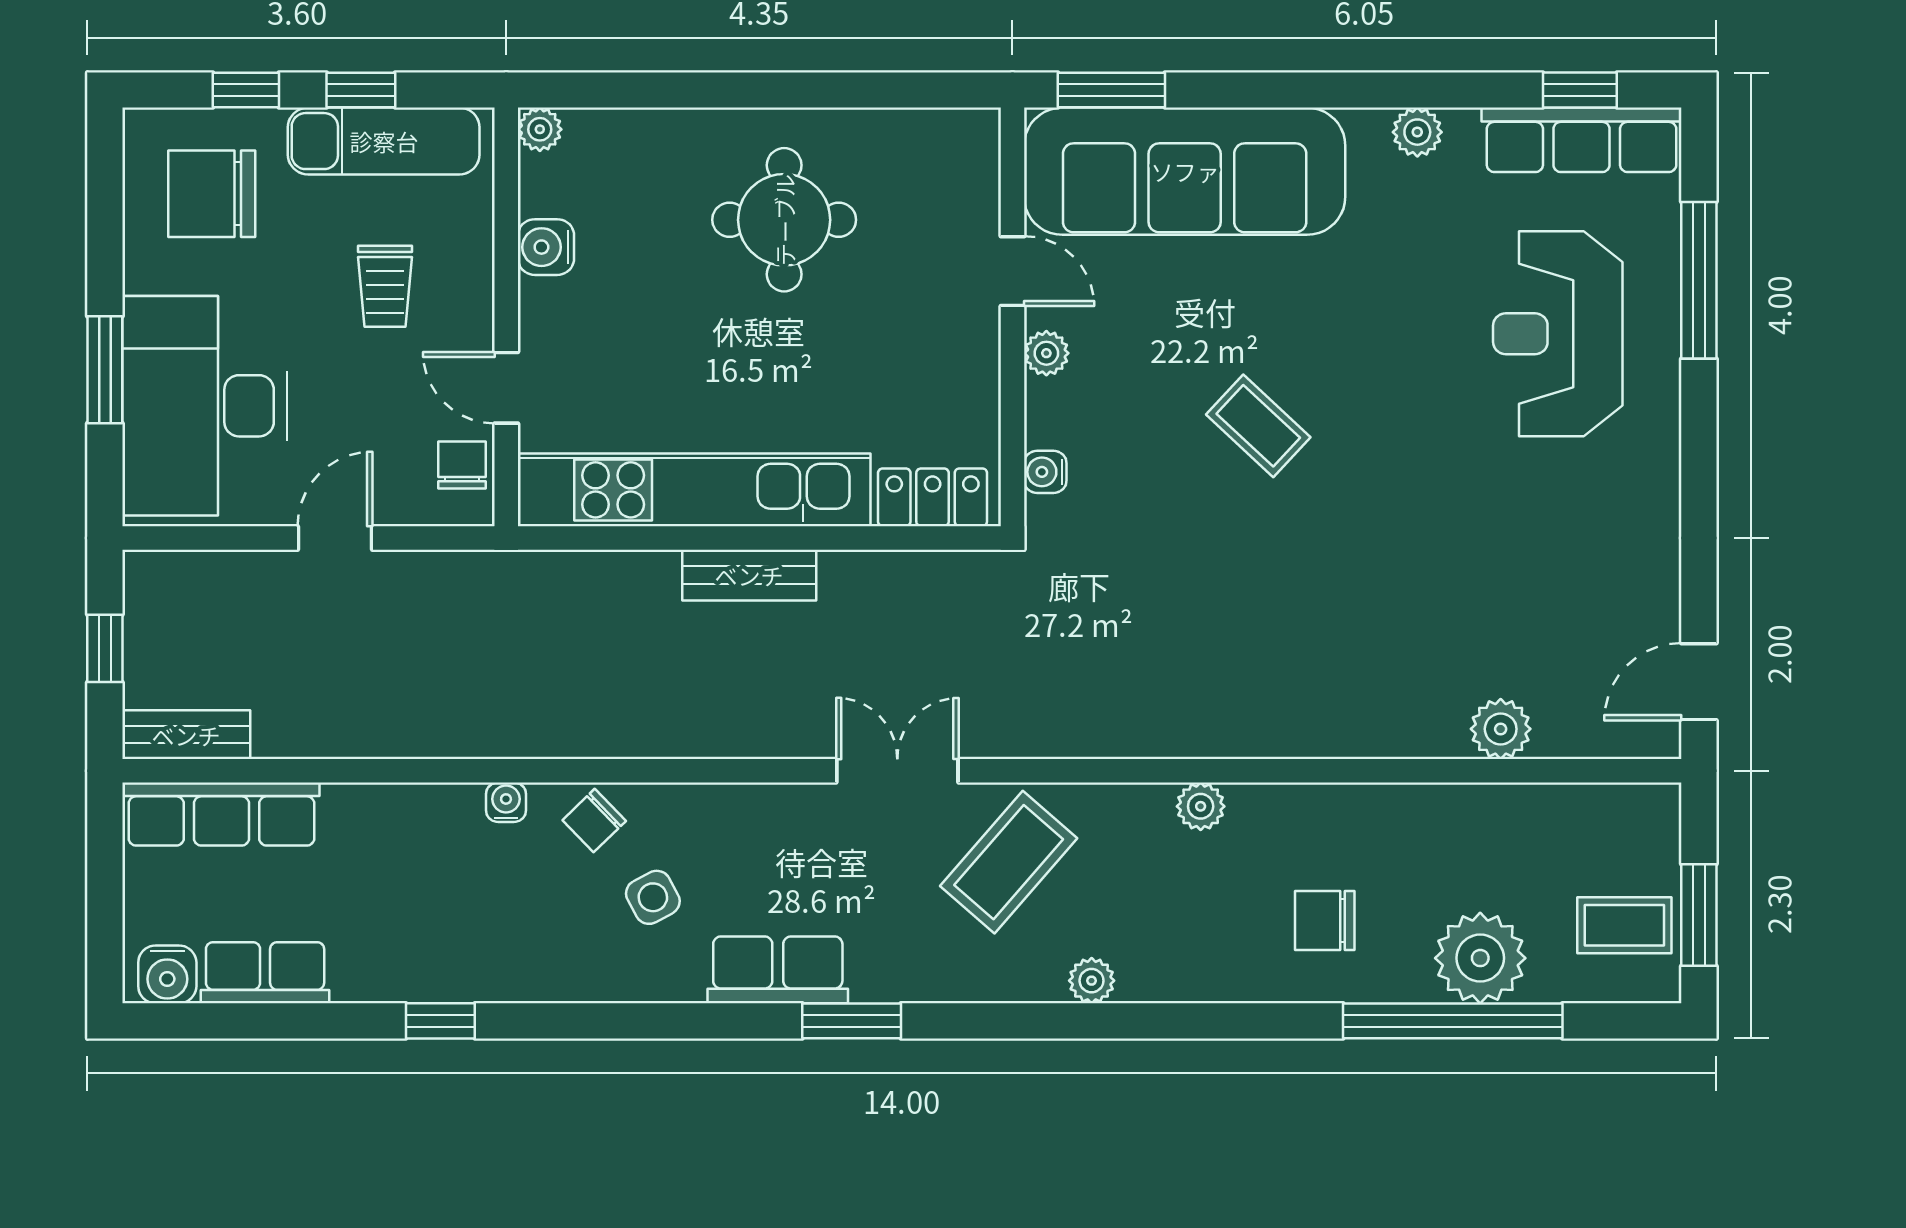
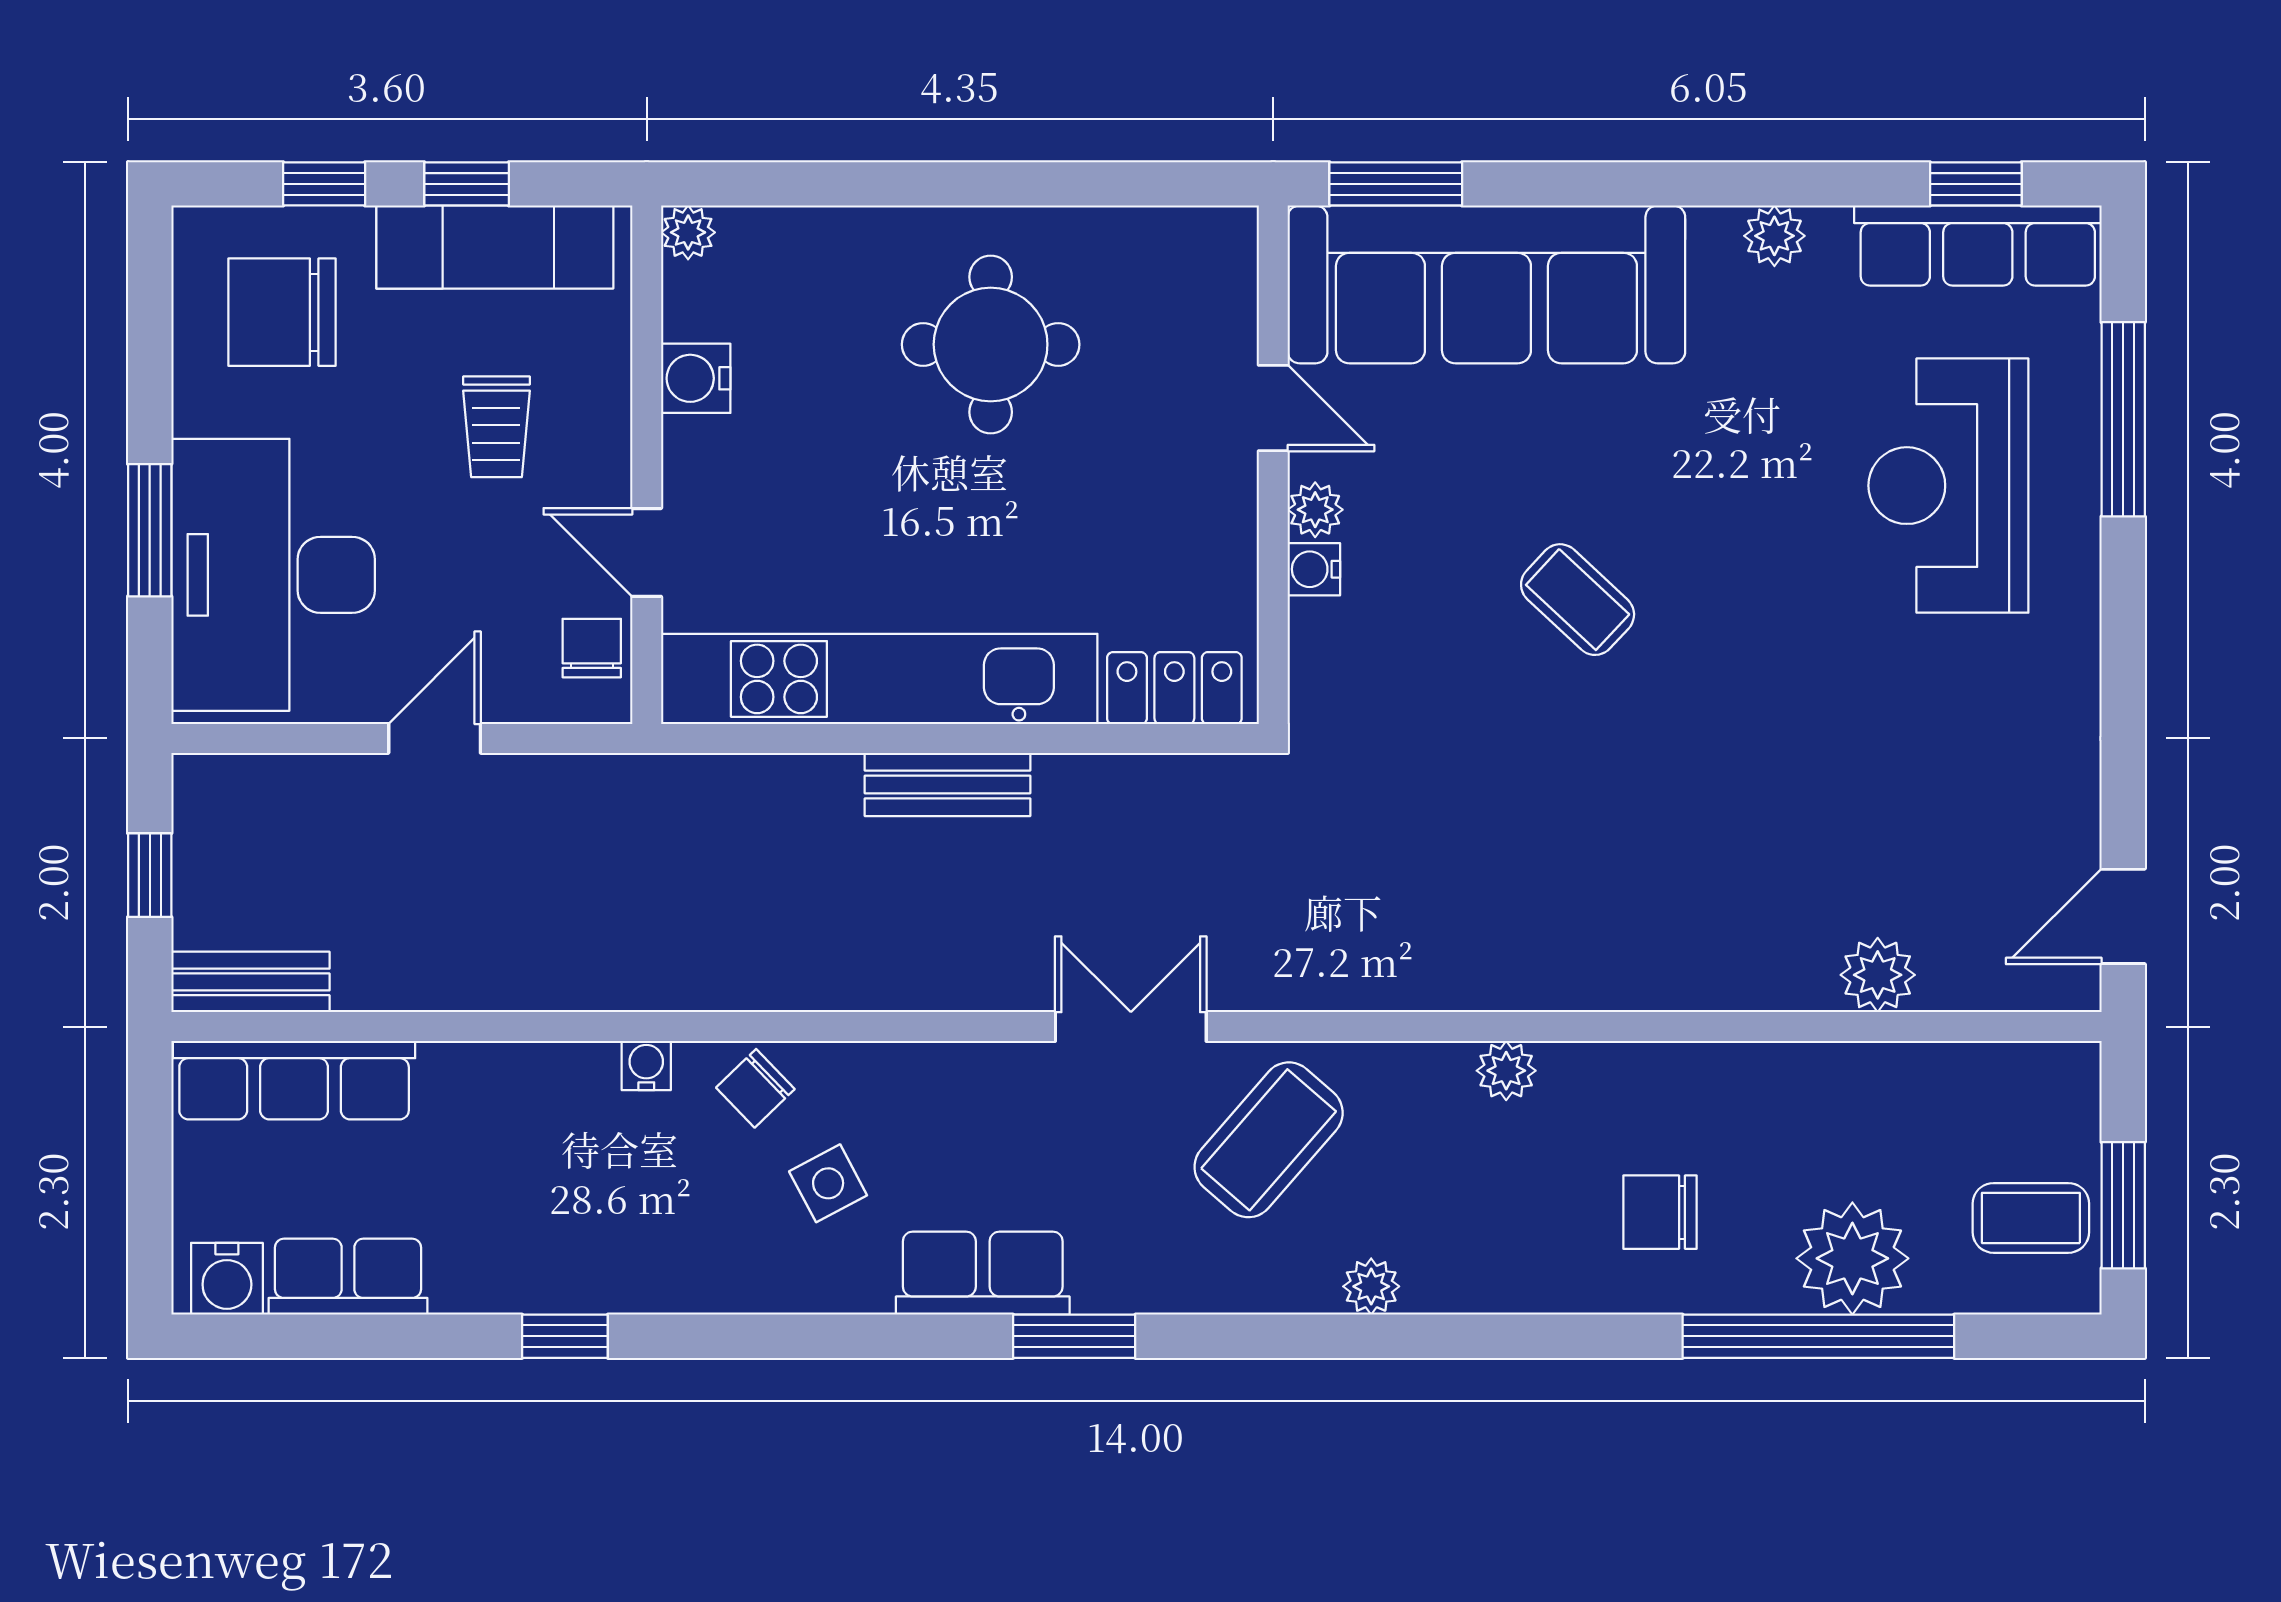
water cooler: (1045, 472) -> (1314, 569), moved

